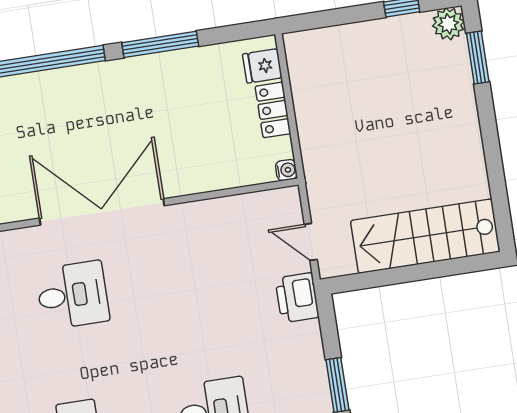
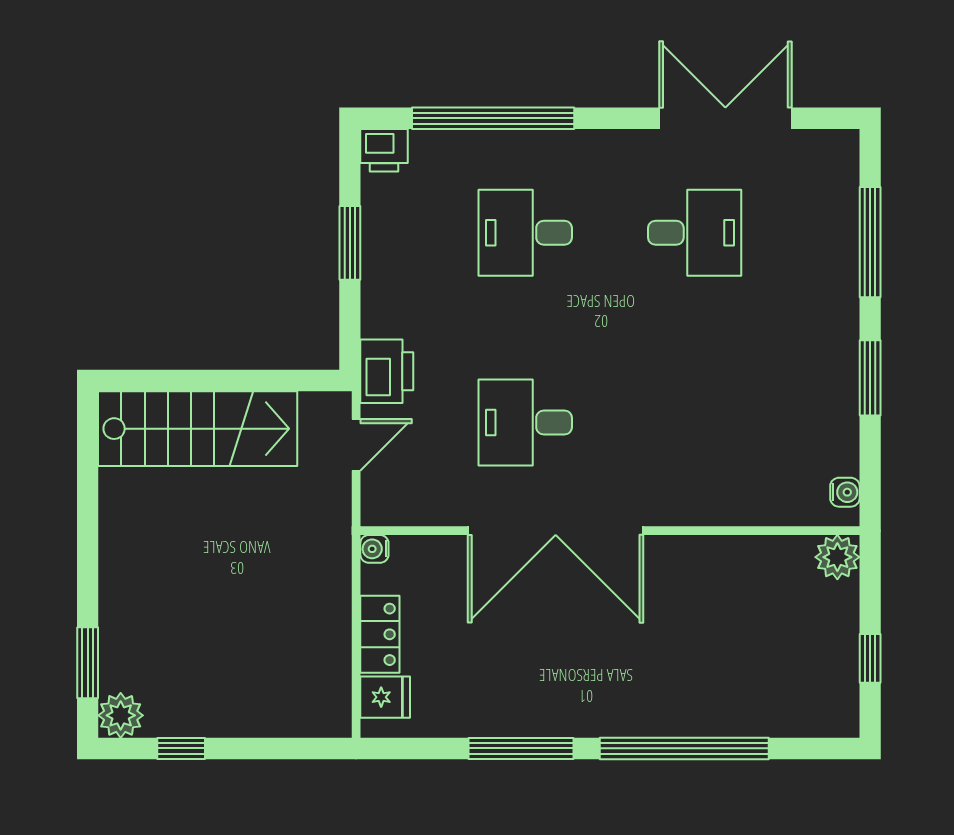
double door: (102, 212) -> (556, 531), moved
door: (311, 242) -> (356, 445), hinge flipped
desk: (73, 295) -> (525, 423), moved

